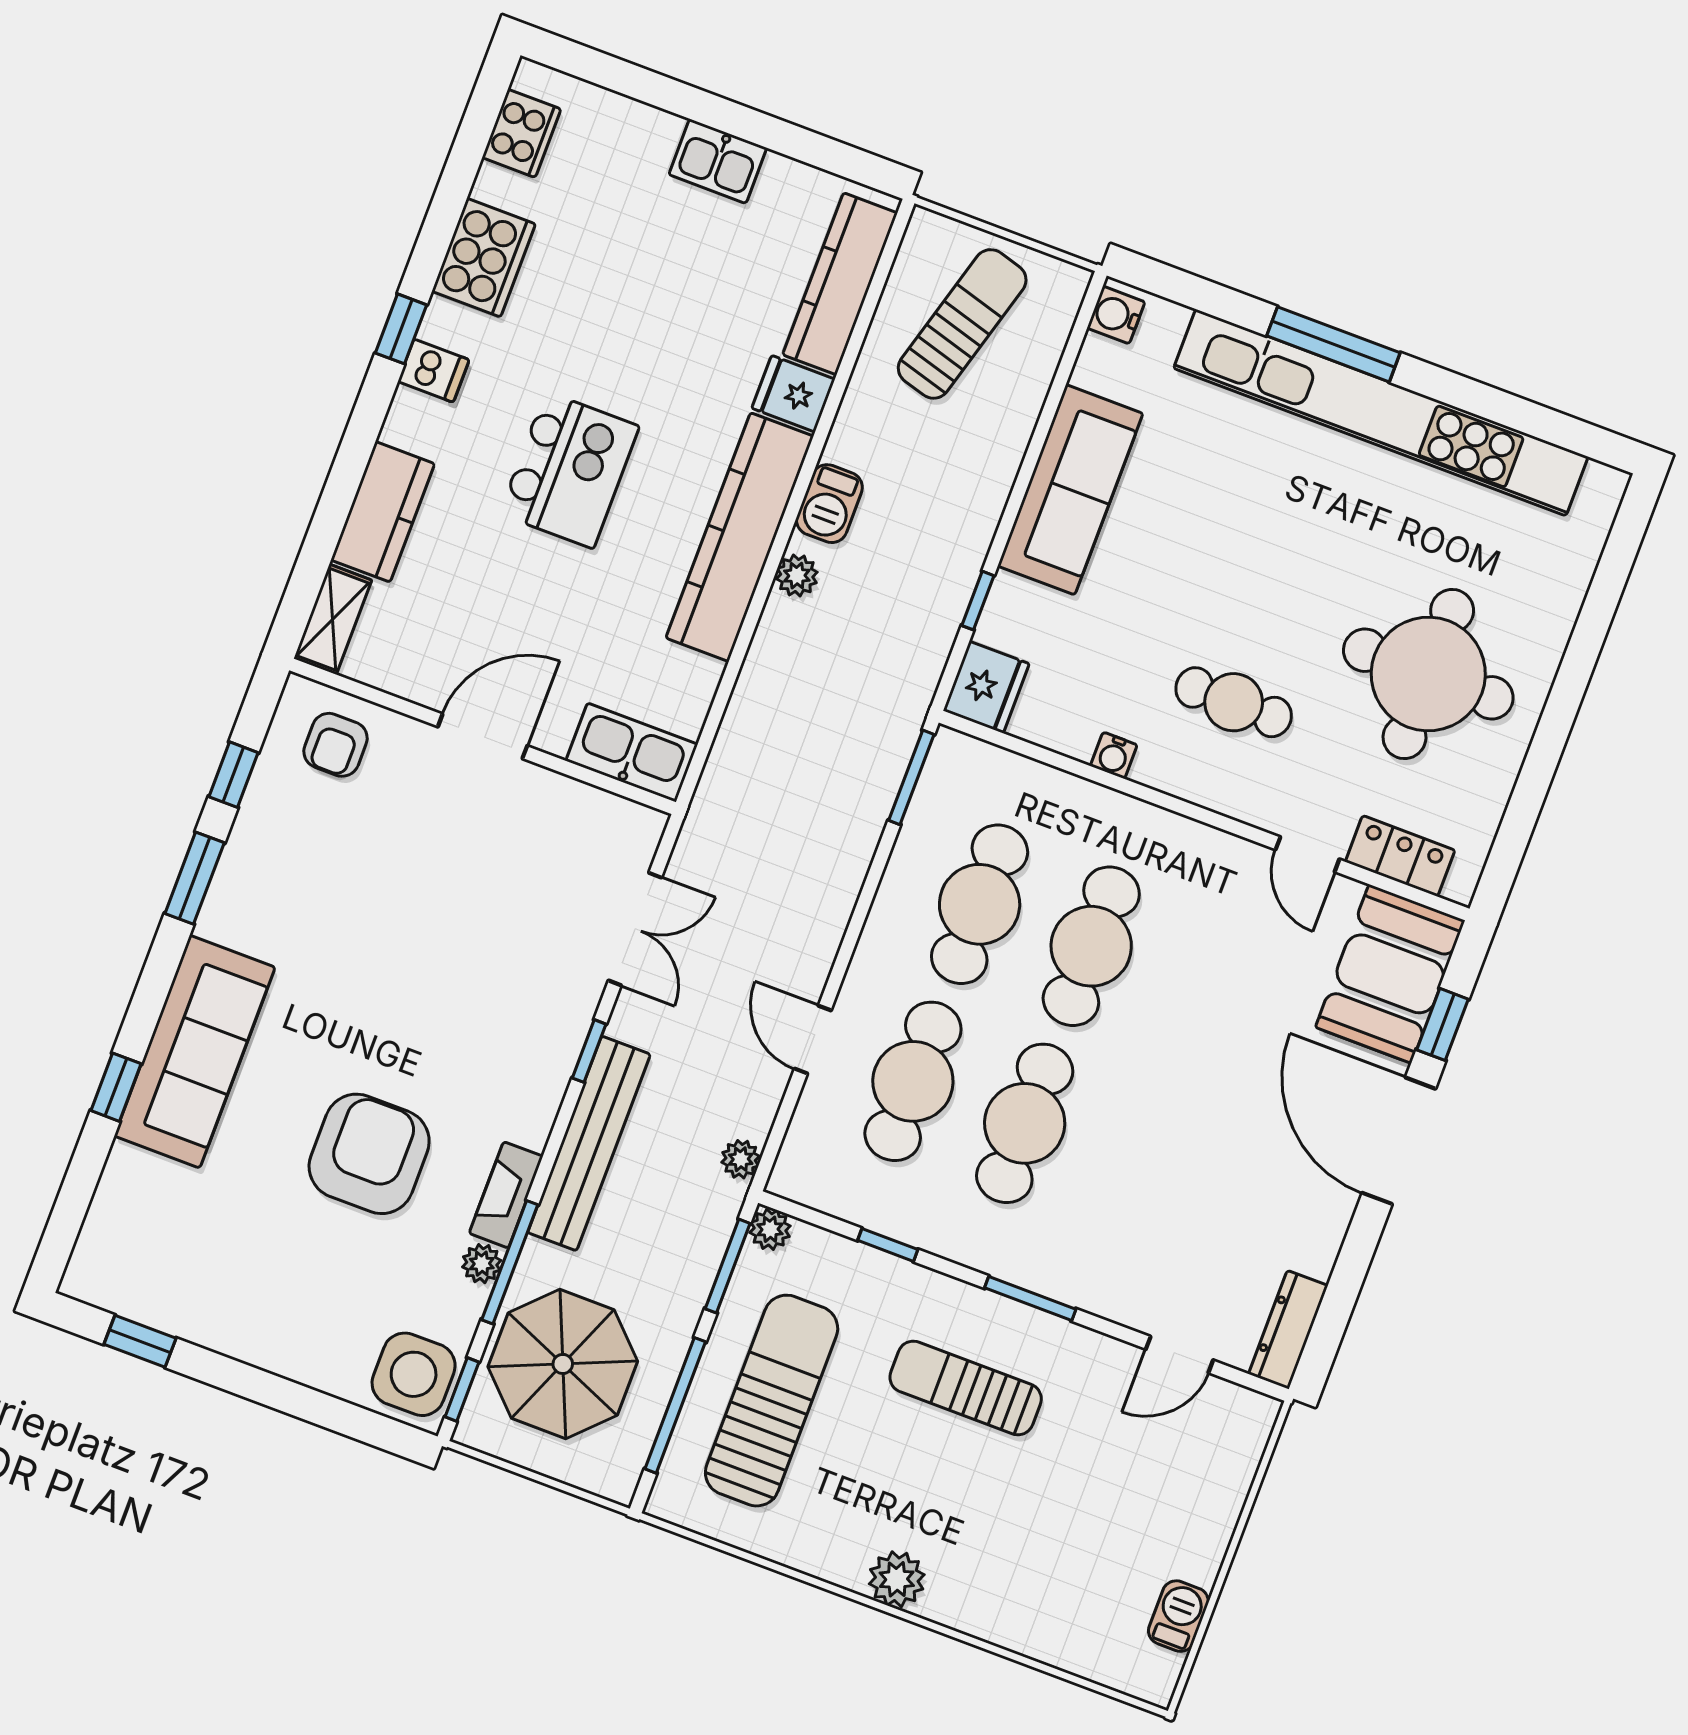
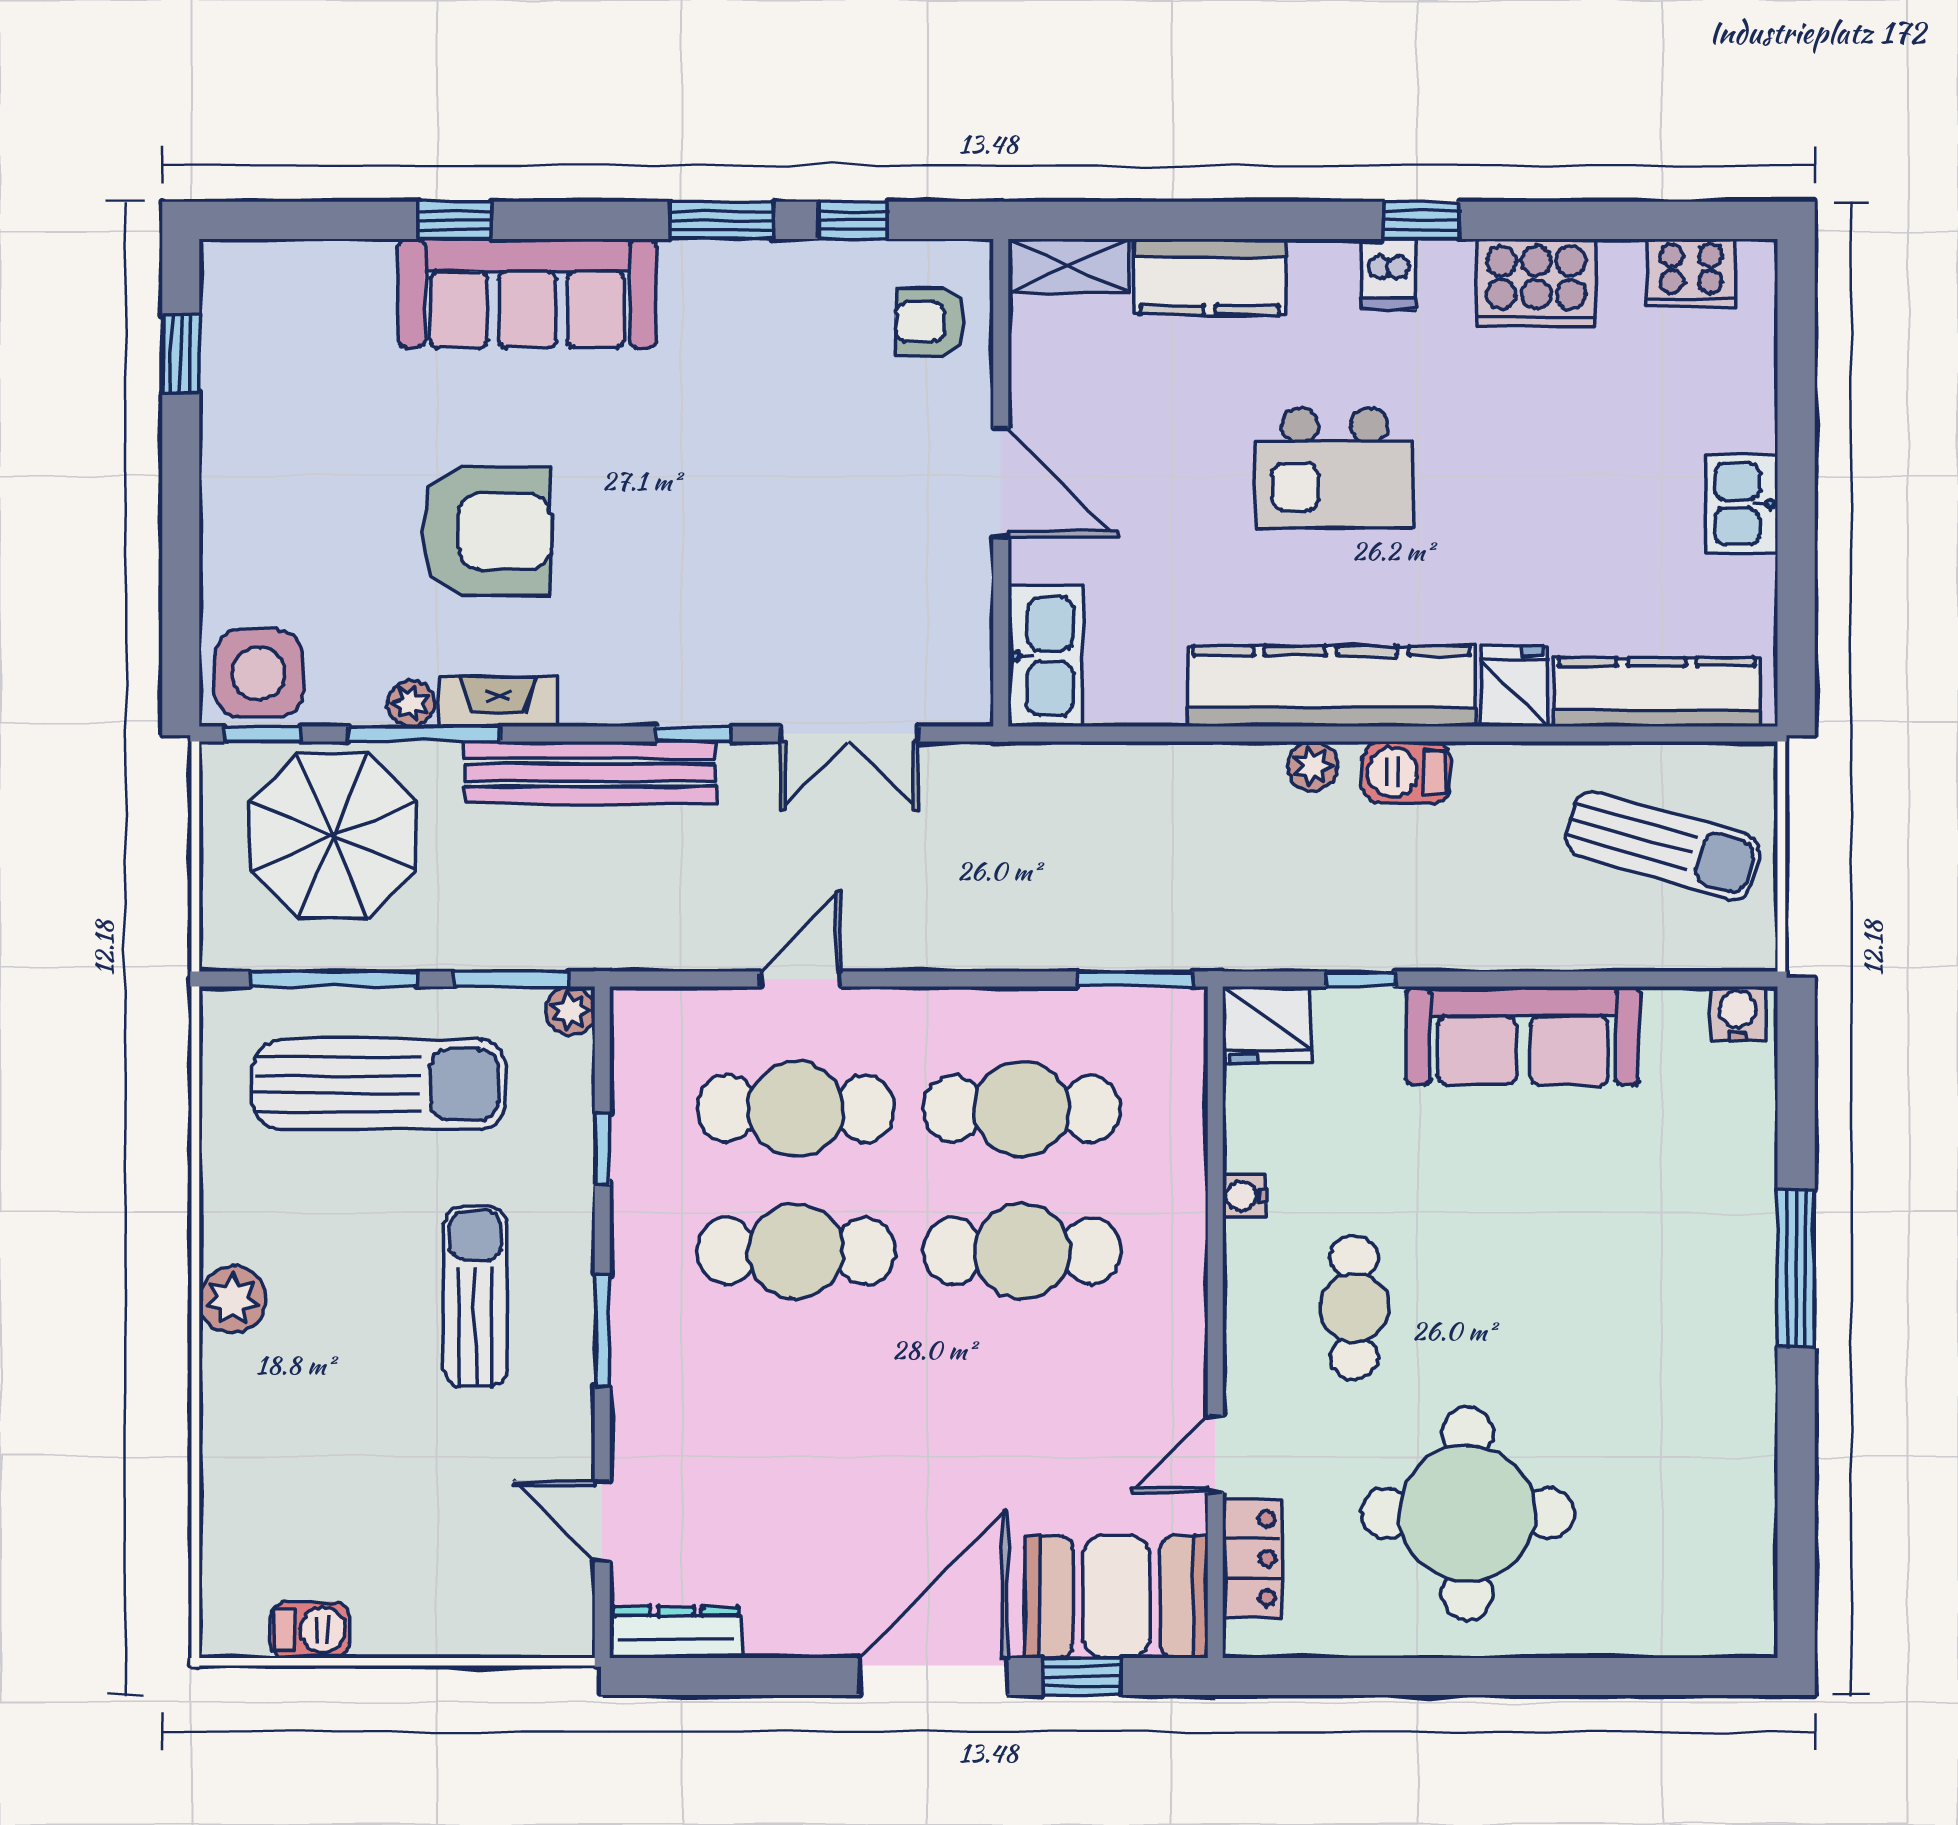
kitchen unit: (1381, 413) -> (1740, 1351), removed
plant: (741, 1159) -> (636, 949), removed

